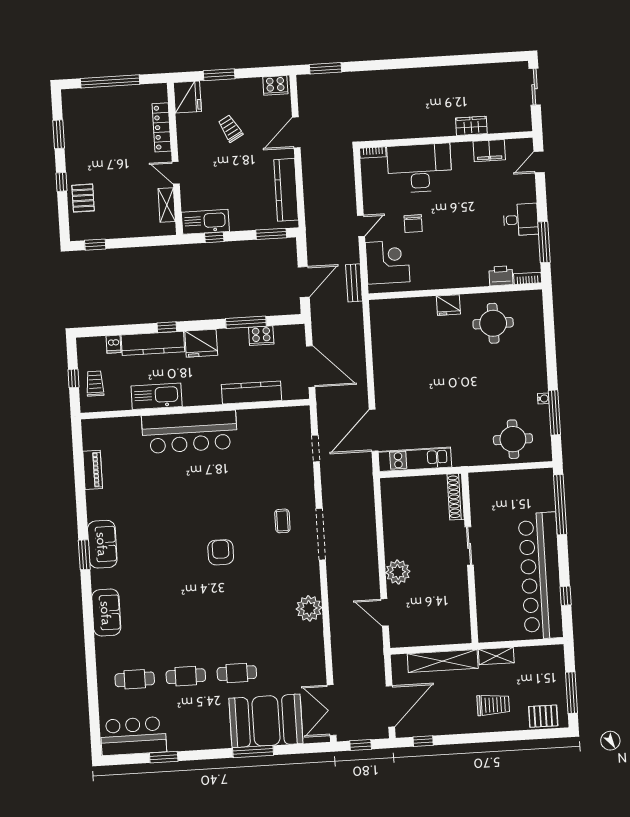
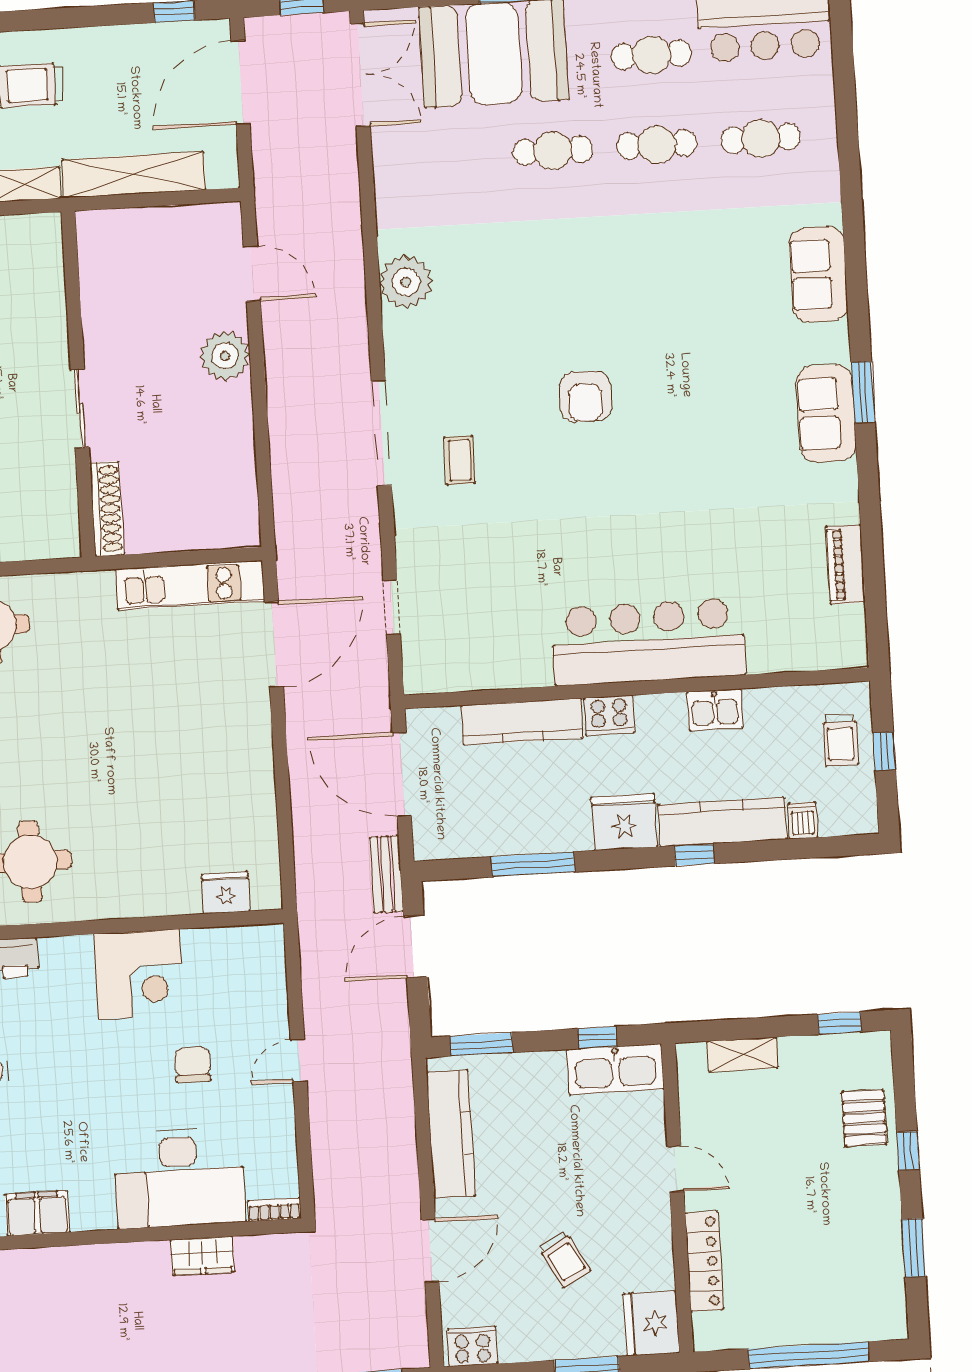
wardrobe: (471, 126) -> (202, 1256), moved
shelving: (167, 205) -> (743, 1054), moved, turned 90
corner desk: (388, 262) -> (139, 974), moved, turned -90
bench: (354, 283) -> (386, 874), moved
fridge: (448, 305) -> (226, 893), moved
cooker: (261, 336) -> (609, 715), moved, turned 180
kitchen sink: (157, 396) -> (715, 710), width x0.53, depth x0.81
cafe table: (188, 720) -> (651, 55), added

